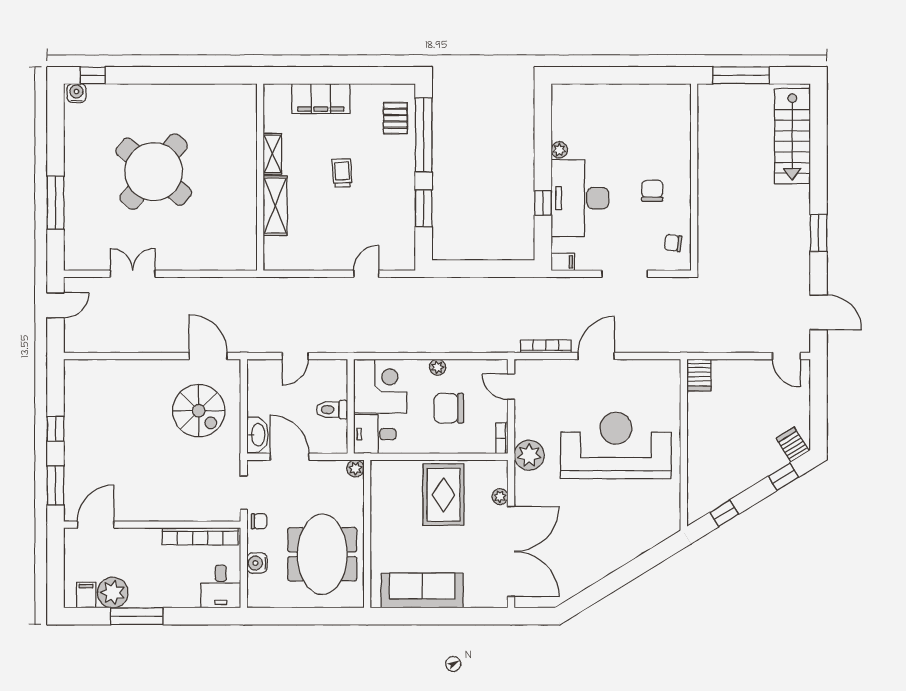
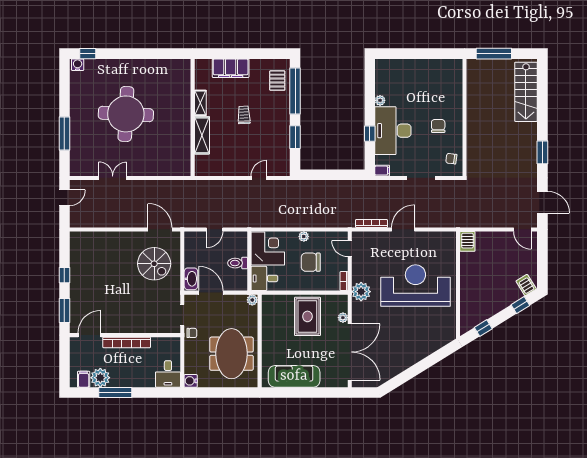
round table: (154, 172) -> (126, 114), turned -37
bookcase: (200, 536) -> (127, 342), moved
water cooler: (257, 563) -> (191, 381), moved

